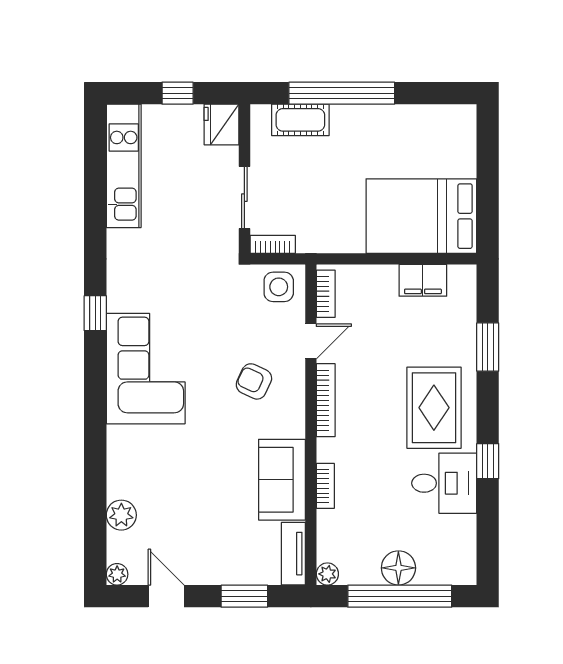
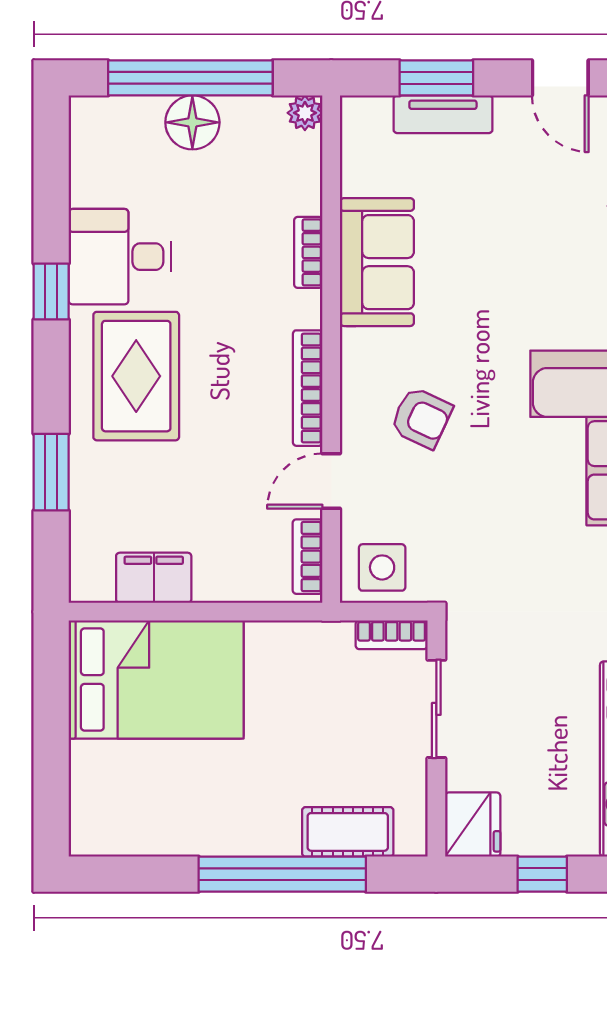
tv unit: (293, 554) -> (443, 114), moved, turned 90

